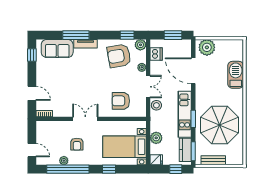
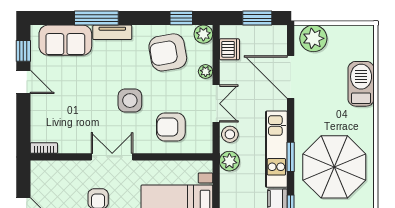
side table: (96, 85) -> (130, 101), added
door: (32, 93) -> (23, 82), moved
plant: (156, 138) -> (229, 161), moved

